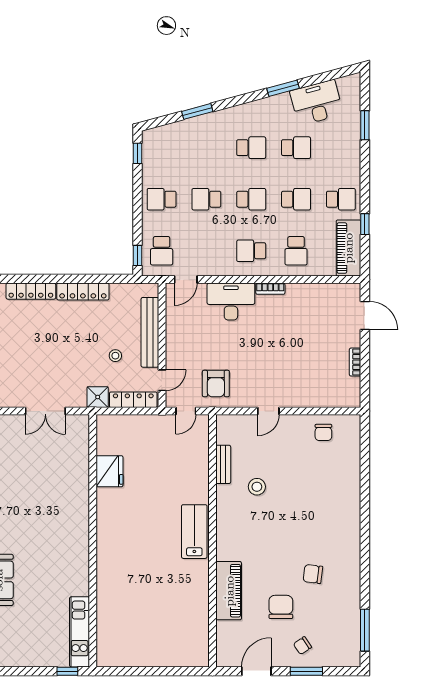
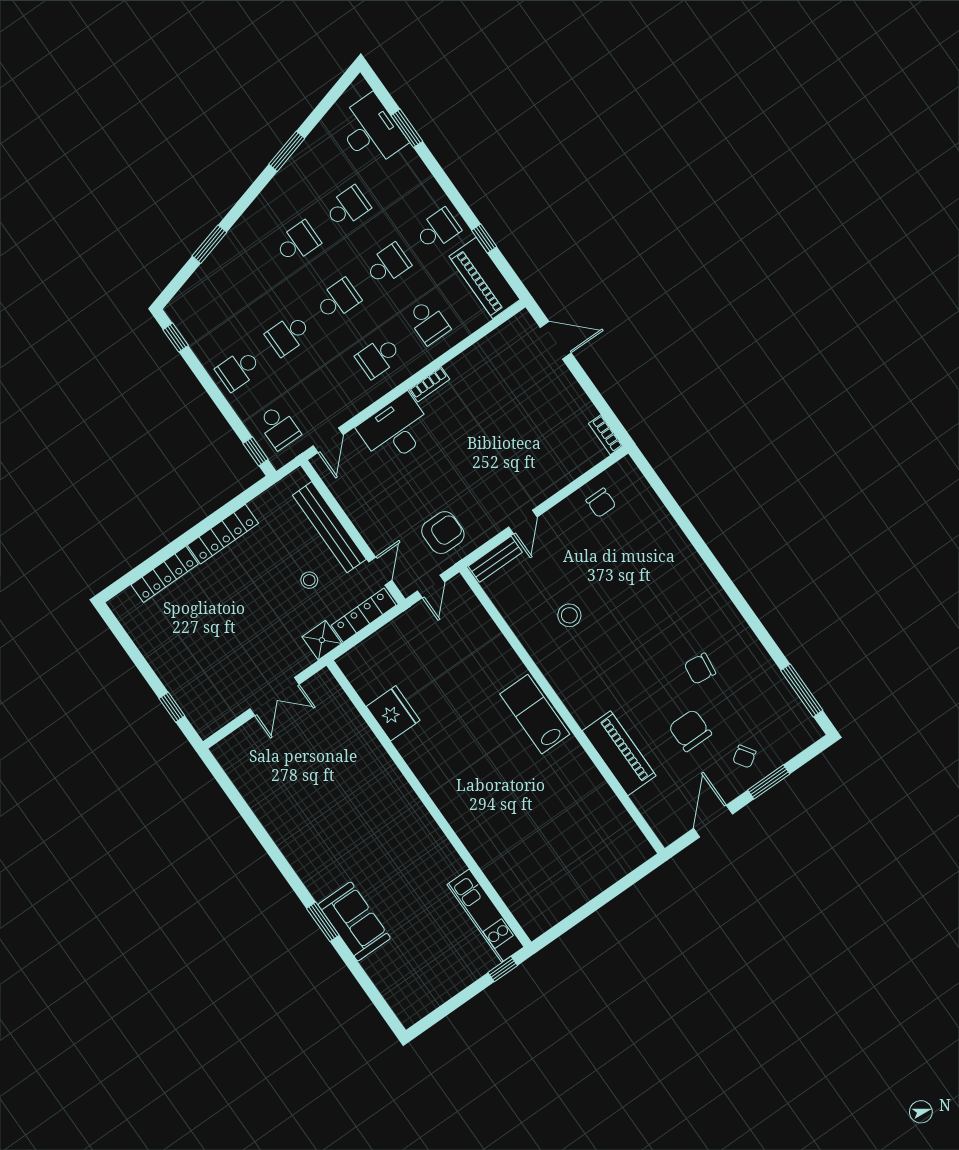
desk: (317, 103) -> (371, 131), moved, turned 105
bookcase: (355, 362) -> (606, 435), moved
armchair: (216, 384) -> (443, 533), turned -90
bench: (223, 464) -> (495, 559), moved, turned 90

